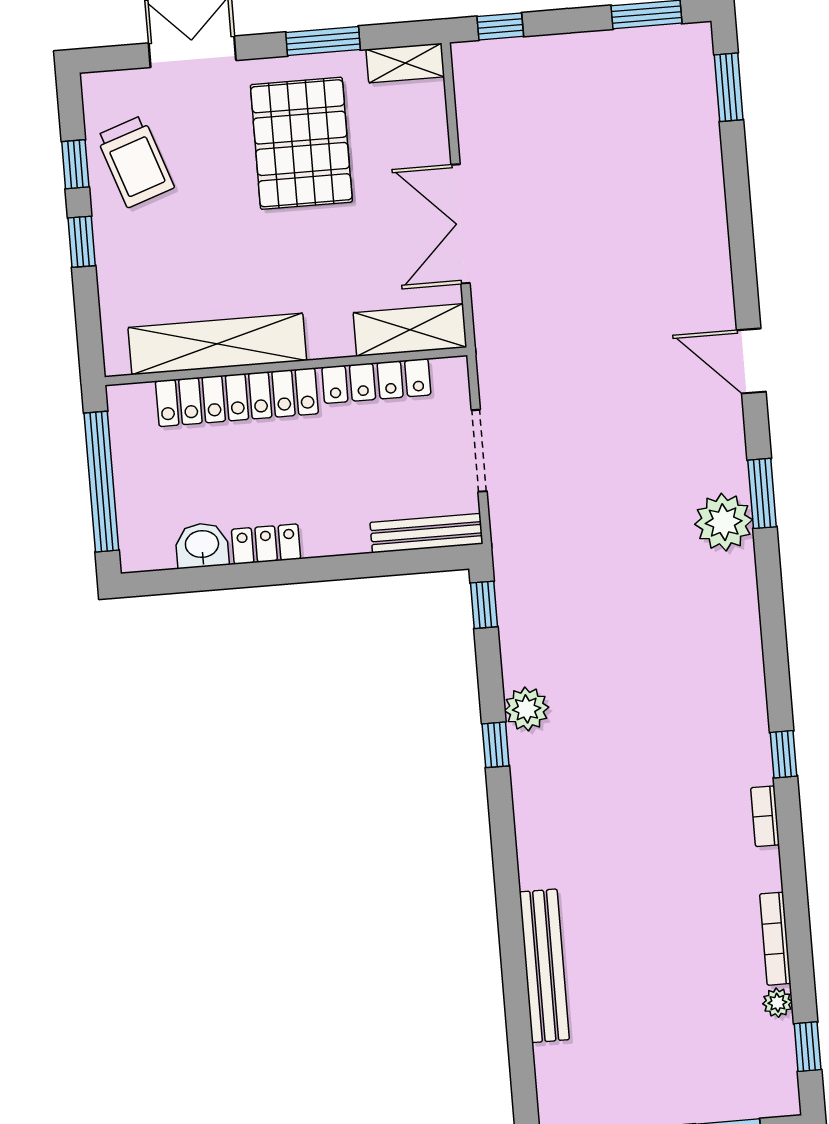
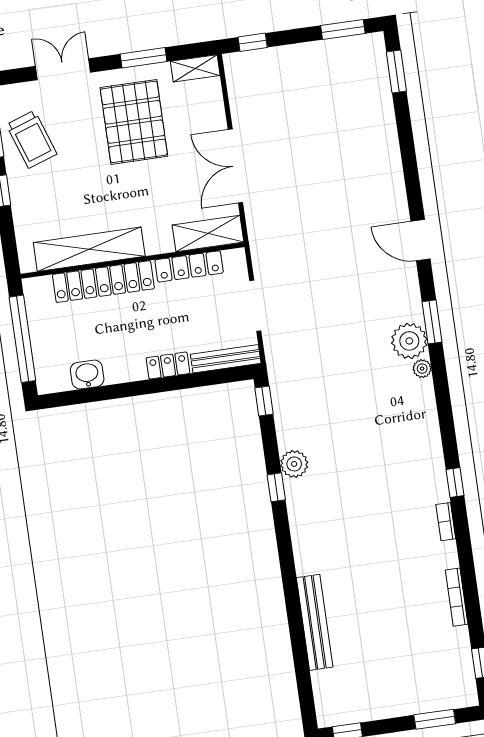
locker: (266, 544) -> (168, 366), moved
plant: (777, 1003) -> (422, 369), moved

